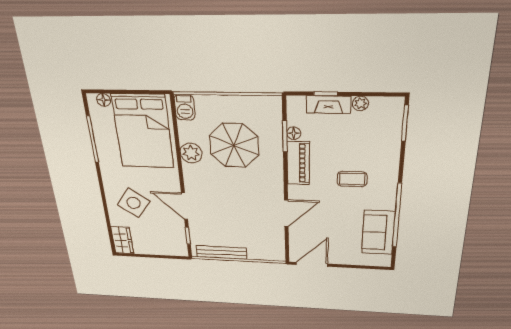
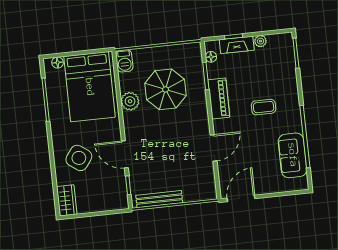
floor lamp: (294, 133) -> (211, 57), moved

